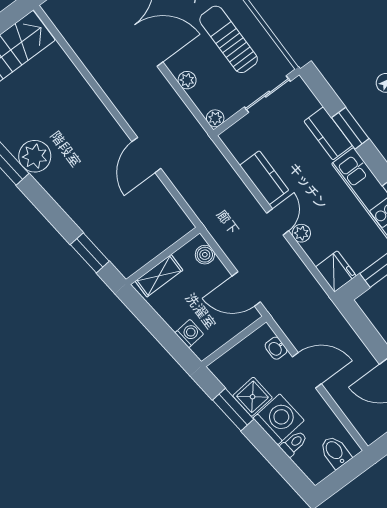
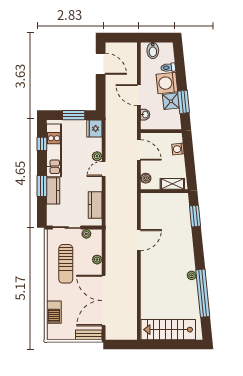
plant: (215, 118) -> (86, 234), moved
plant: (35, 156) -> (192, 275), width x0.53, depth x0.53
kitchen counter: (264, 178) -> (95, 205), moved

